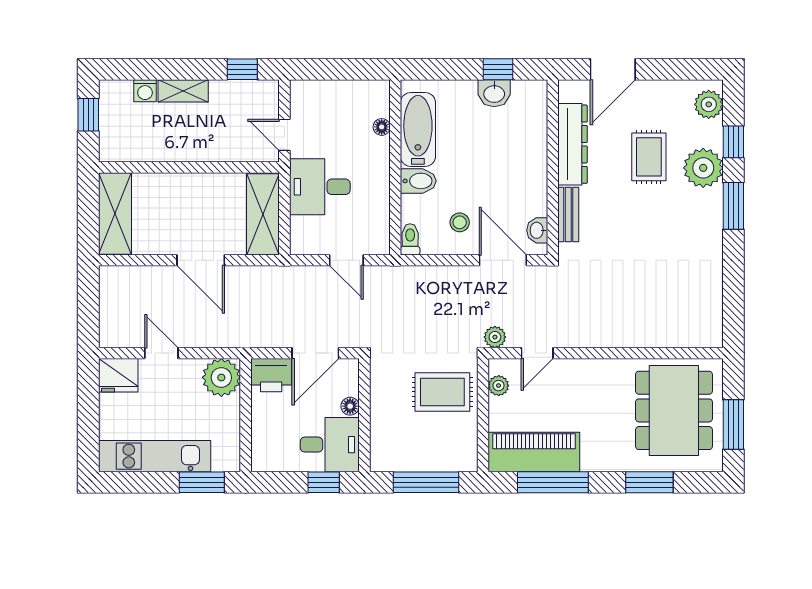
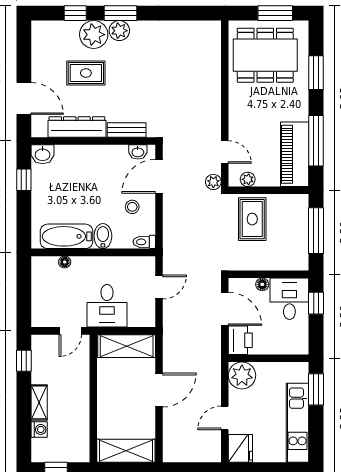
washbasin: (494, 93) -> (43, 154), moved, turned 90
plant: (709, 104) -> (119, 31), moved

